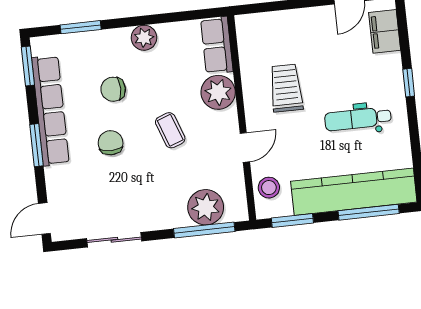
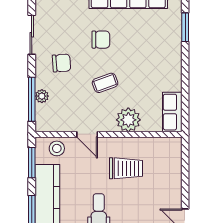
plant: (144, 38) -> (173, 71), removed
row of seats: (217, 45) -> (172, 112), moved, turned -90
chair: (113, 89) -> (61, 63), moved, turned 86
plant: (206, 207) -> (42, 96), width x0.53, depth x0.53

